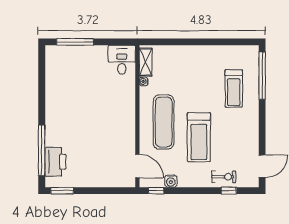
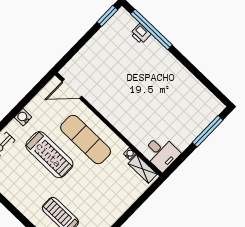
treadmill: (199, 137) -> (49, 155), turned 180
printer: (55, 162) -> (141, 34), width x0.53, depth x0.68
water cooler: (171, 181) -> (23, 117), moved
window: (156, 191) -> (40, 85), removed

